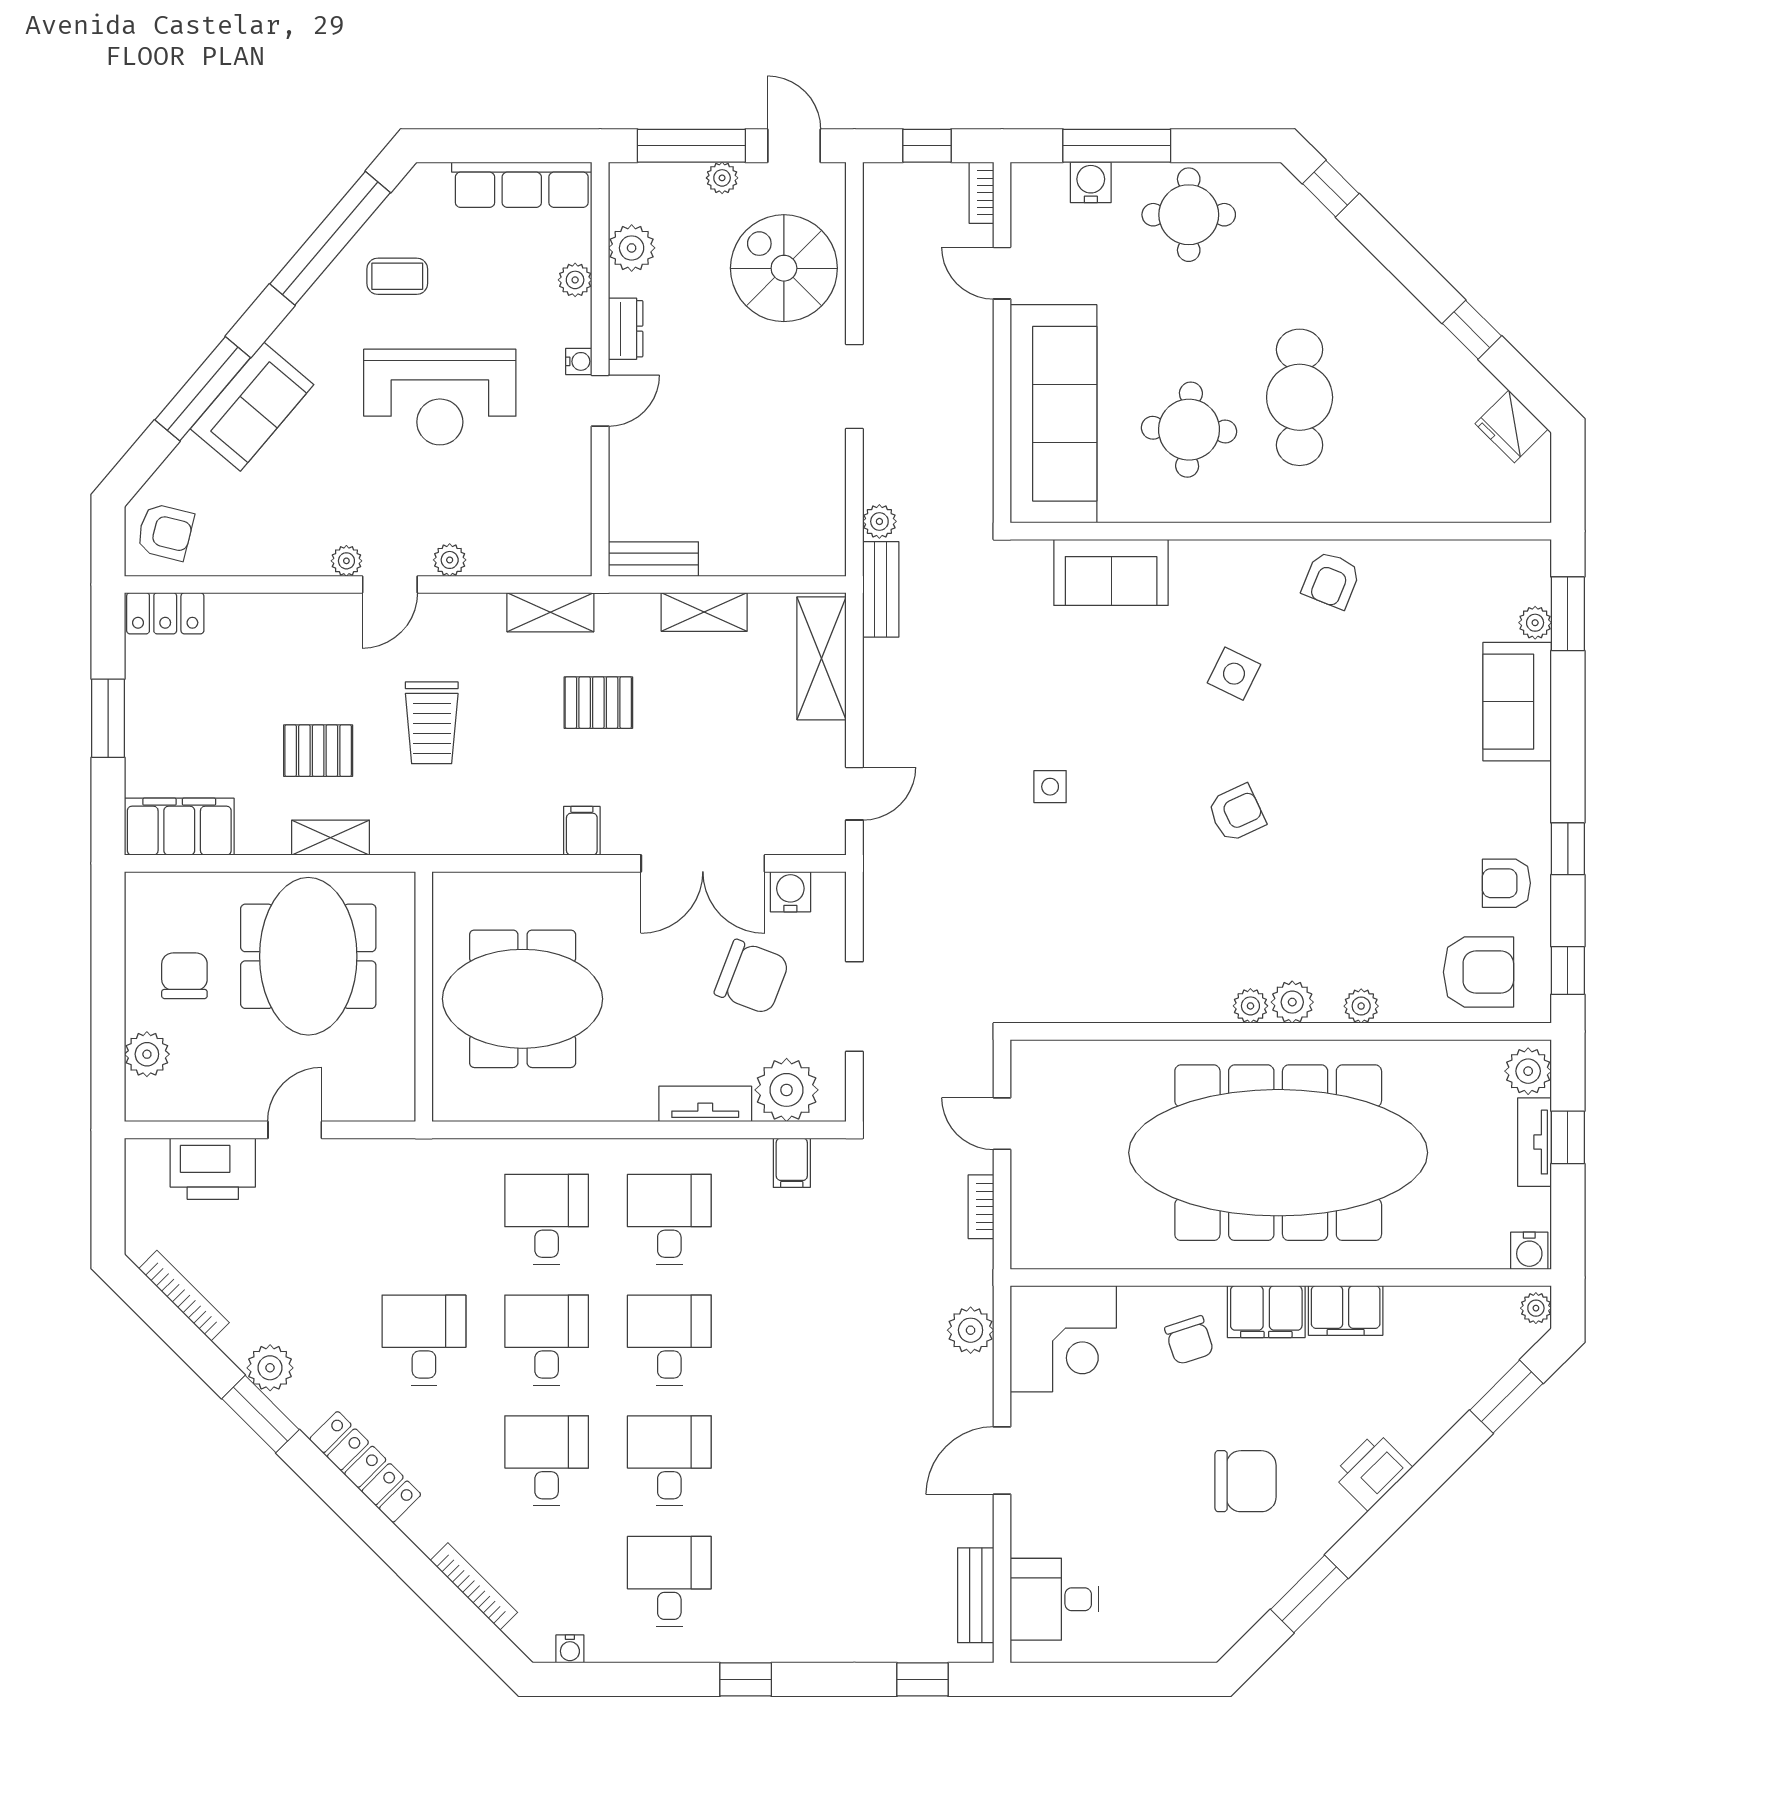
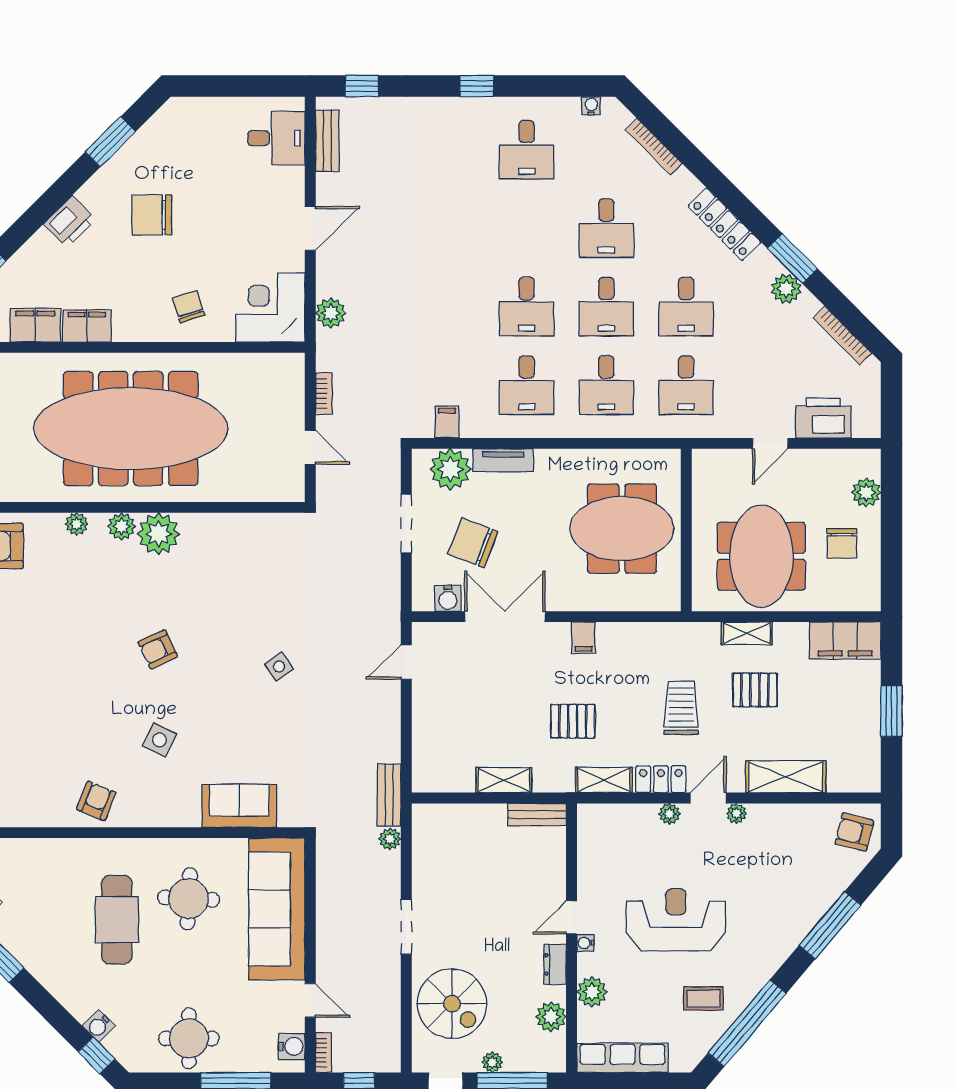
water cooler: (1091, 182) -> (292, 1046), moved, turned -90
water cooler: (1327, 234) -> (99, 1026), added
plant: (575, 280) -> (592, 992), width x1.38, depth x1.38
sofa: (252, 407) -> (798, 914), removed
locker: (165, 613) -> (661, 779), moved
shelving: (822, 658) -> (786, 777), moved, turned 90
side table: (1050, 787) -> (279, 666), turned -35
plant: (1250, 1006) -> (159, 534), width x1.87, depth x1.87
filing cabinet: (1266, 1312) -> (35, 325), moved
desk: (669, 1461) -> (686, 385), moved

